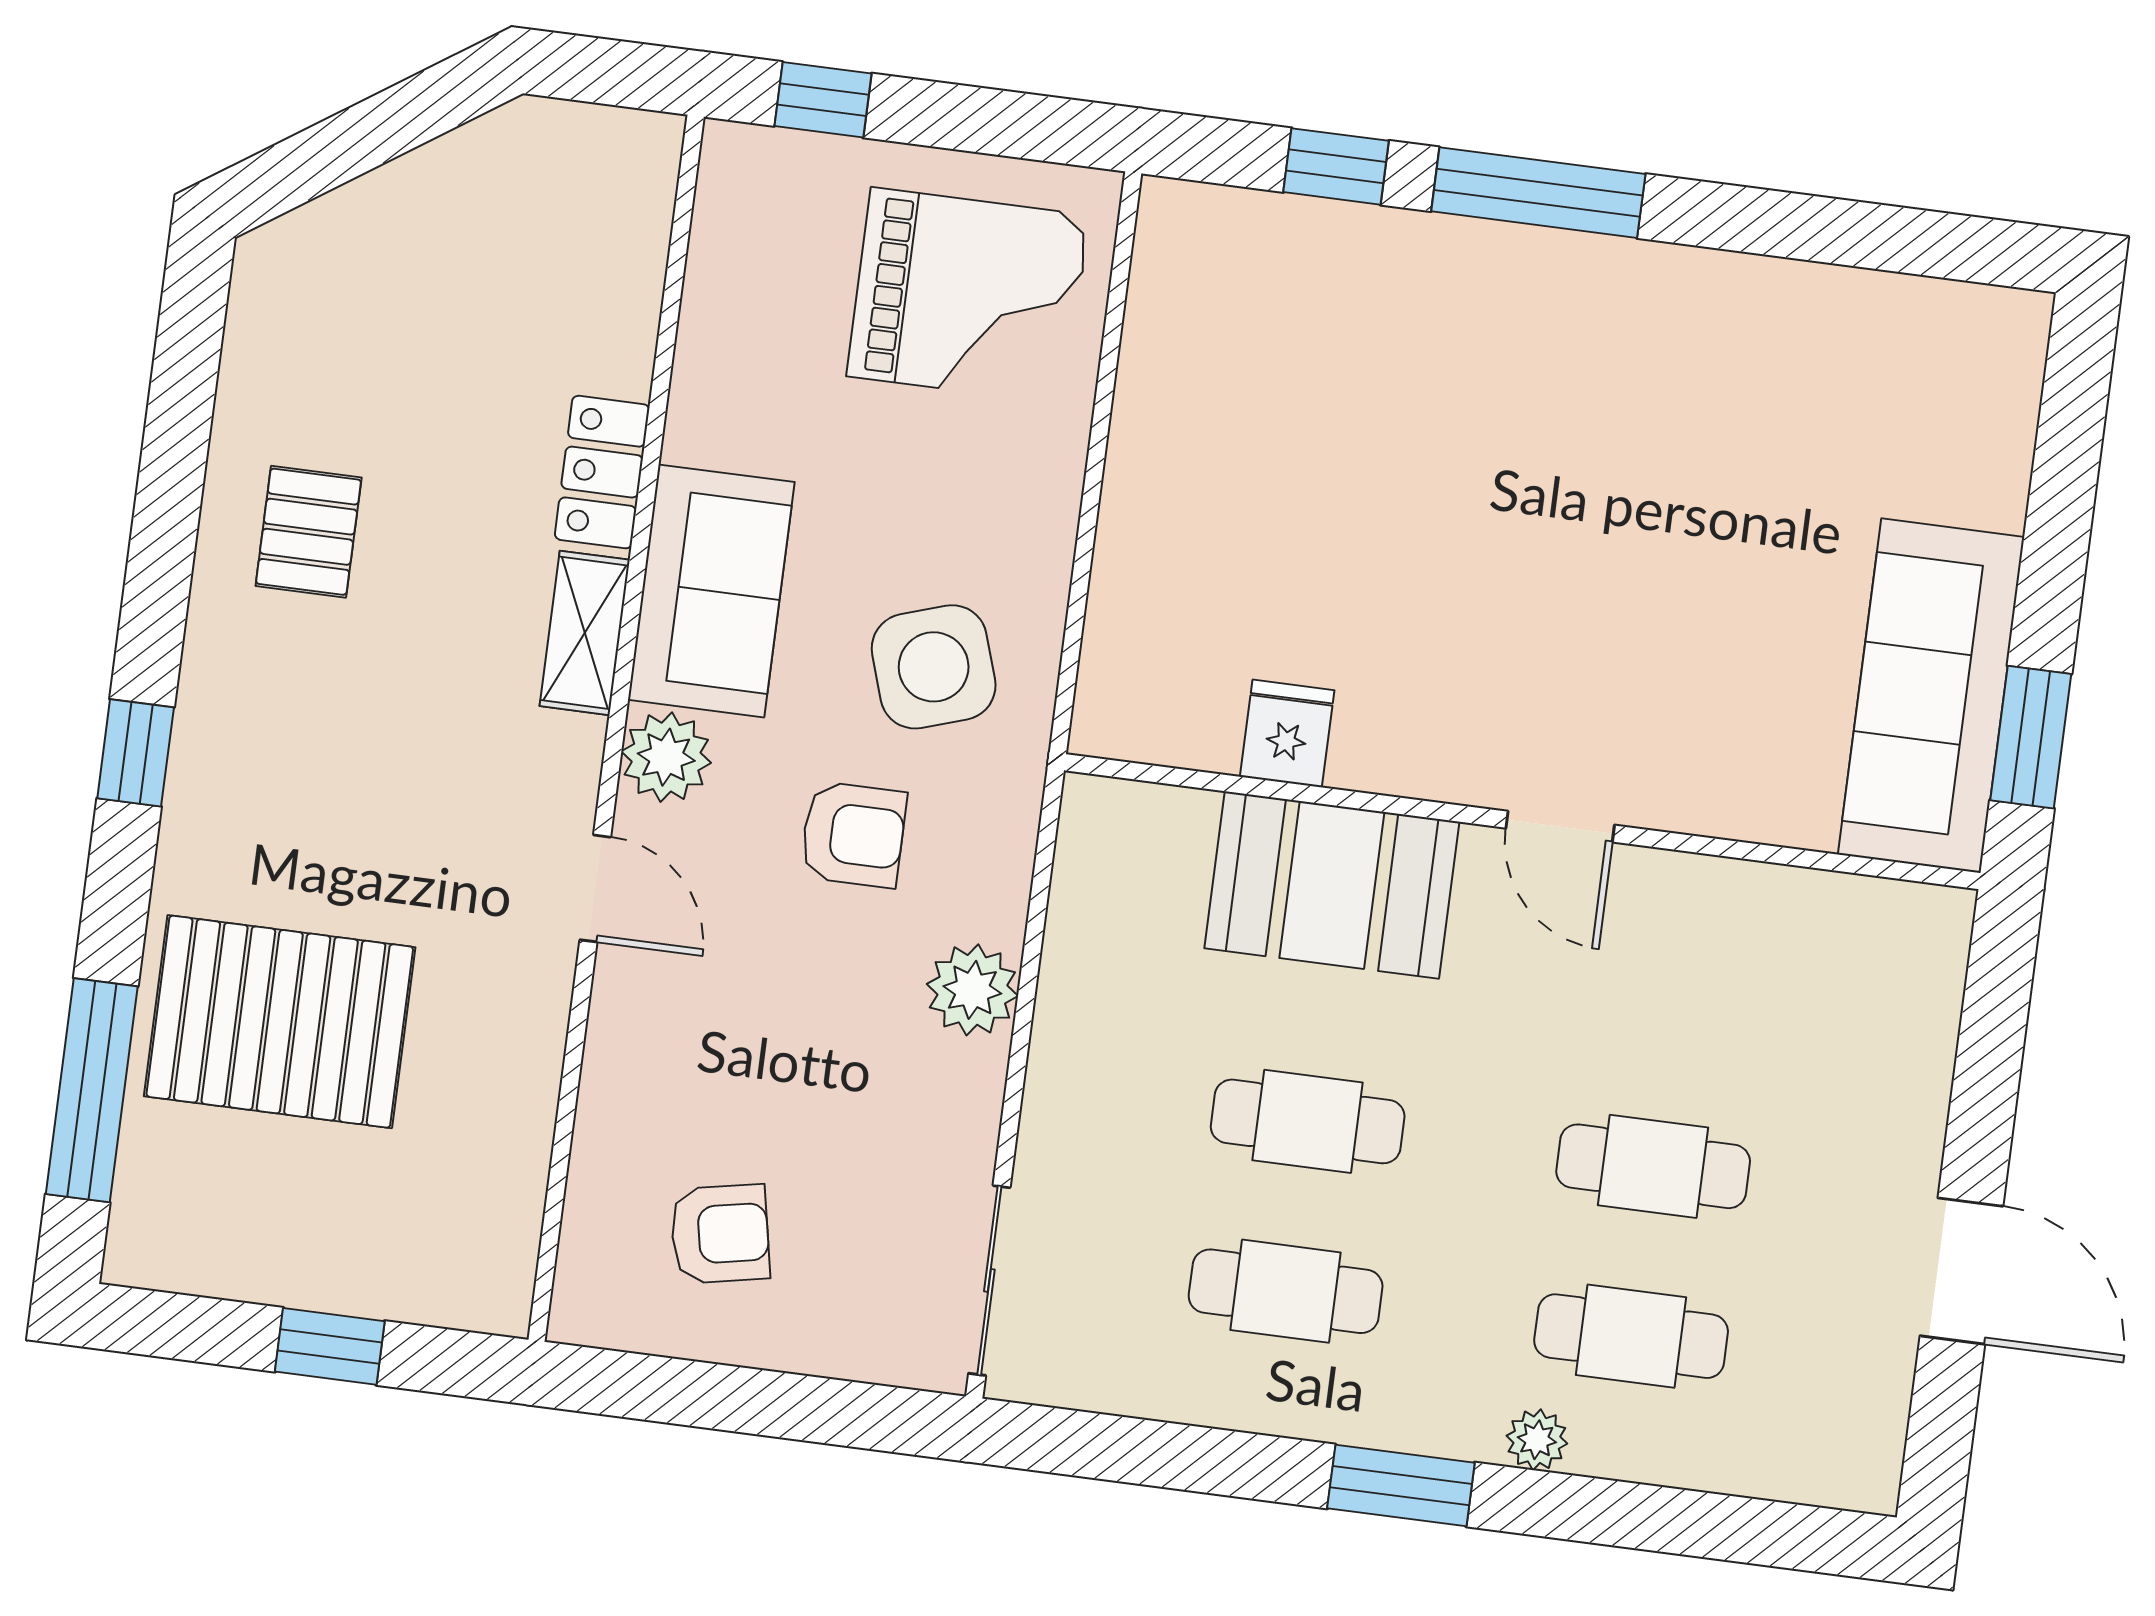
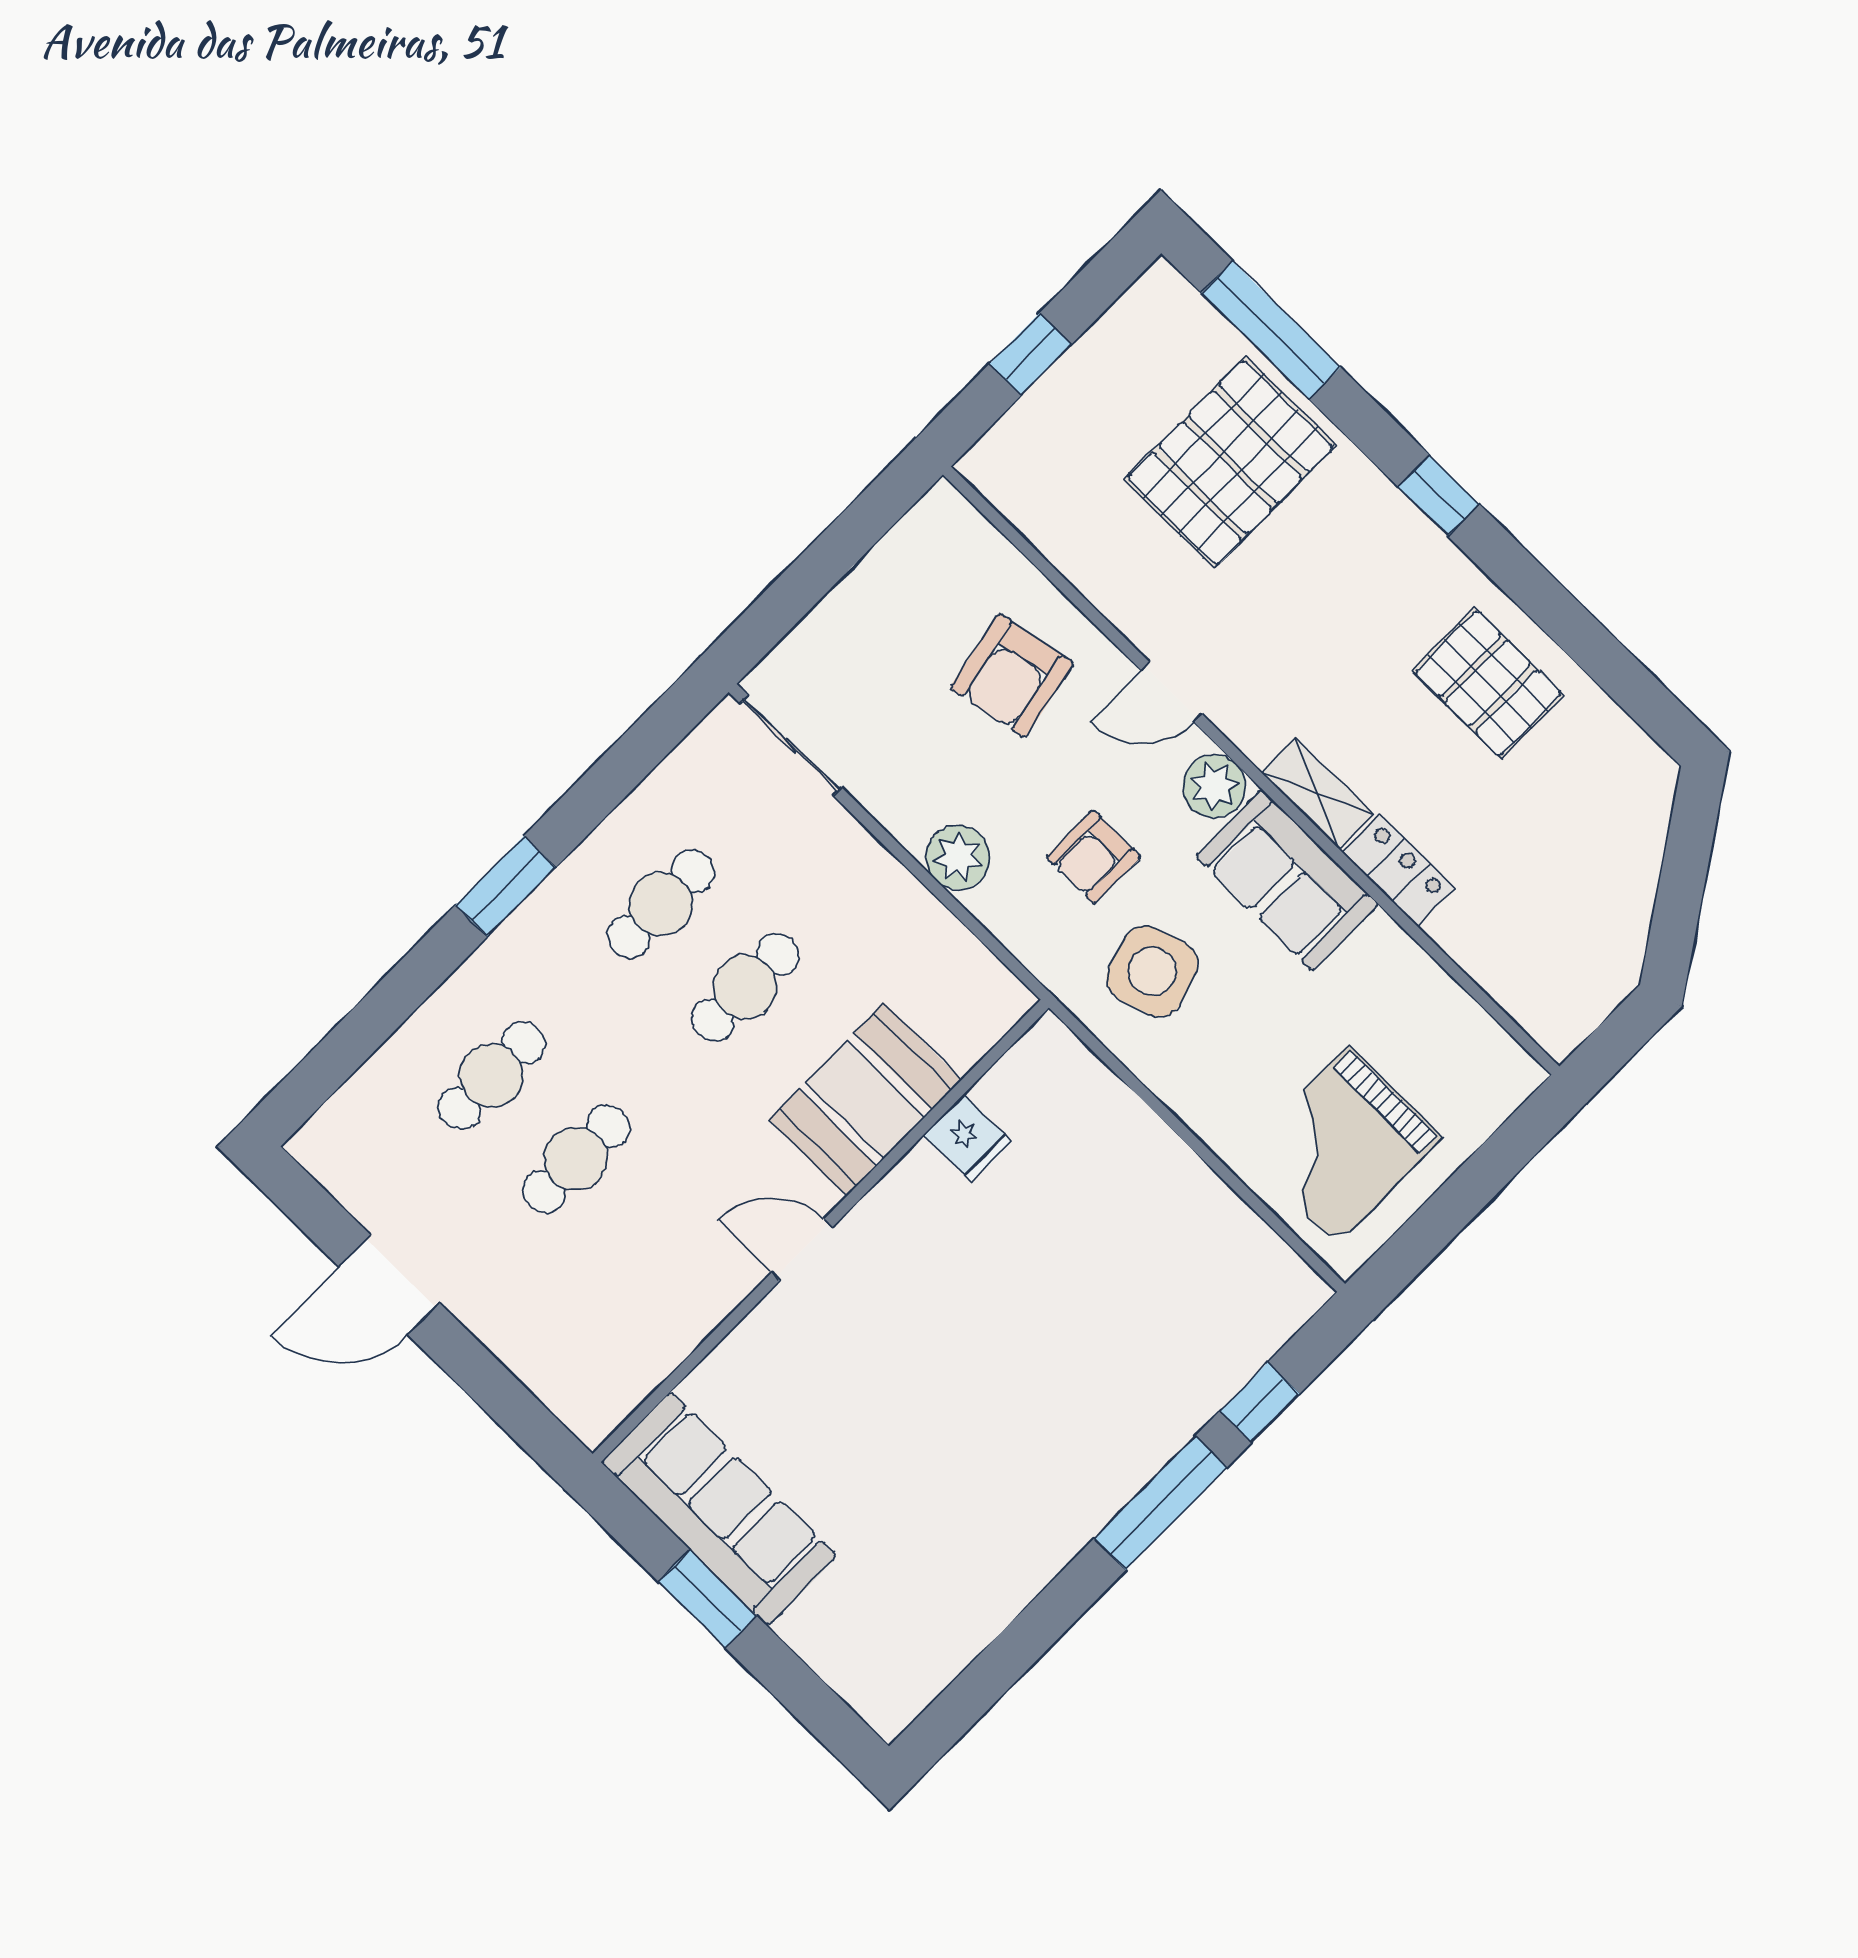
window: (823, 100) -> (1511, 1147), removed
pallet: (309, 532) -> (1488, 683), width x1.50, depth x1.42
window: (2031, 737) -> (708, 1599), moved
armchair: (720, 1234) -> (1012, 676), moved, width x1.38, depth x1.38
plant: (1537, 1440) -> (474, 980), removed

